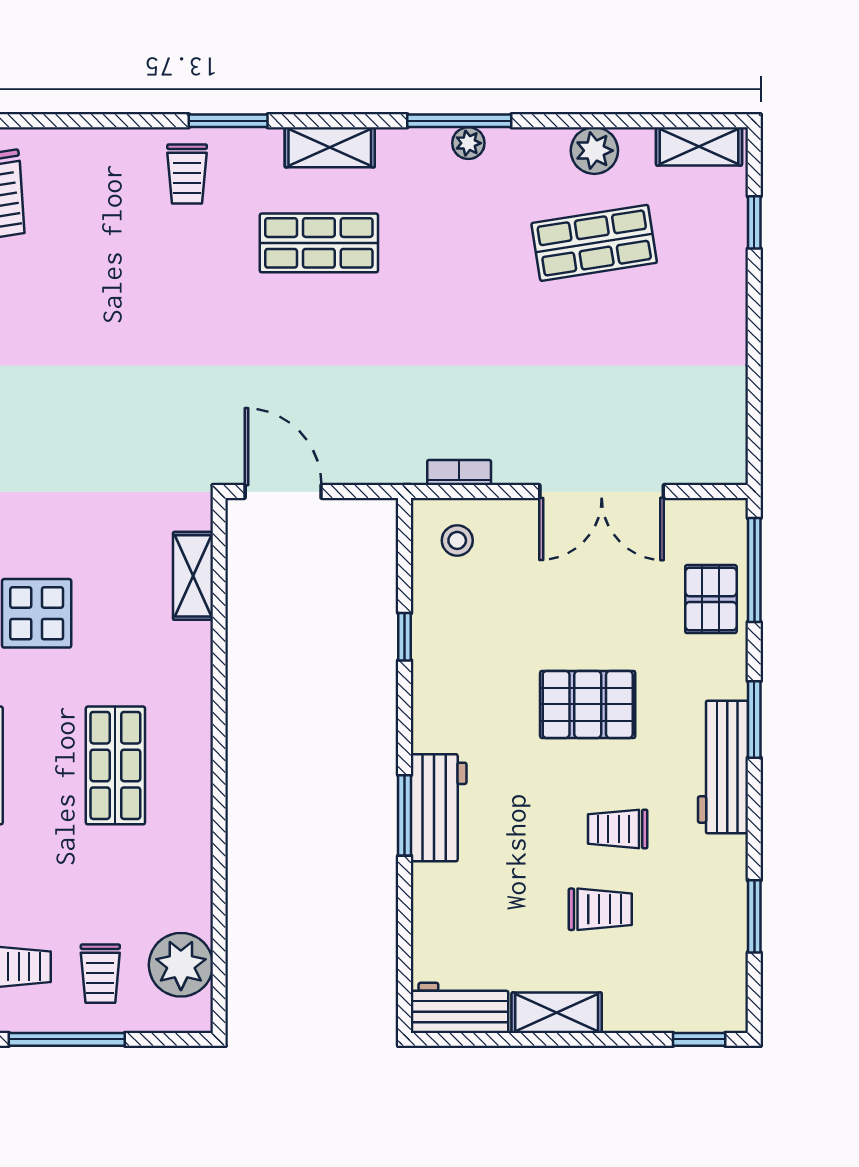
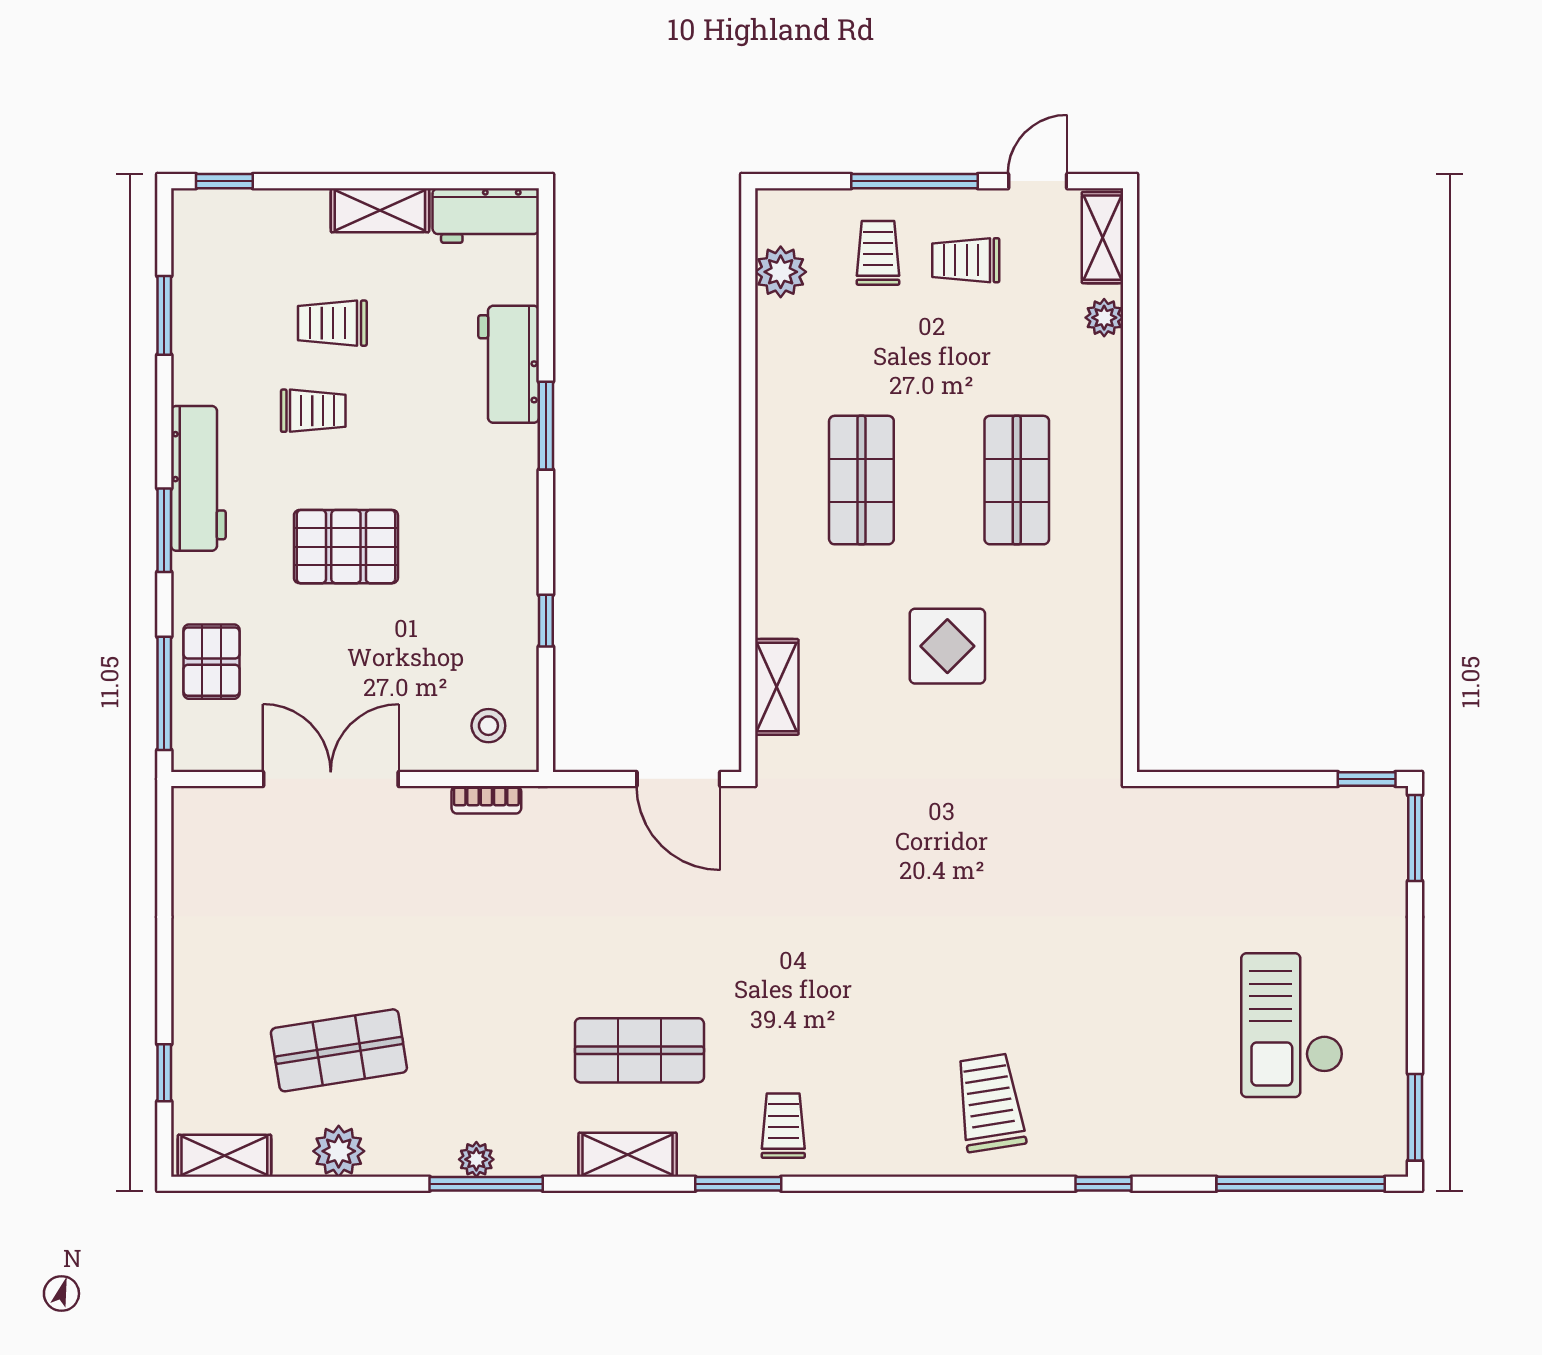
workbench: (439, 808) -> (509, 364), moved
plant: (181, 965) -> (781, 272), width x0.73, depth x0.73

